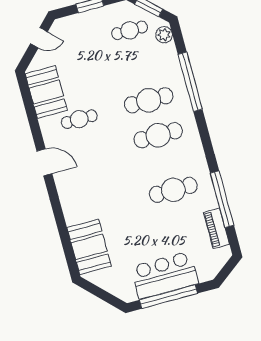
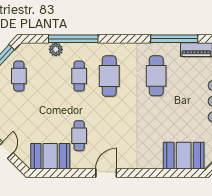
plant: (164, 35) -> (56, 49), moved
cafe table: (149, 100) -> (79, 76), width x0.73, depth x0.74

